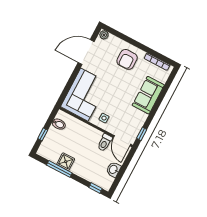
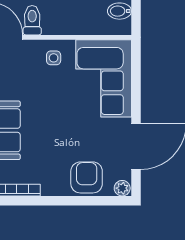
armchair: (127, 59) -> (87, 177), moved

